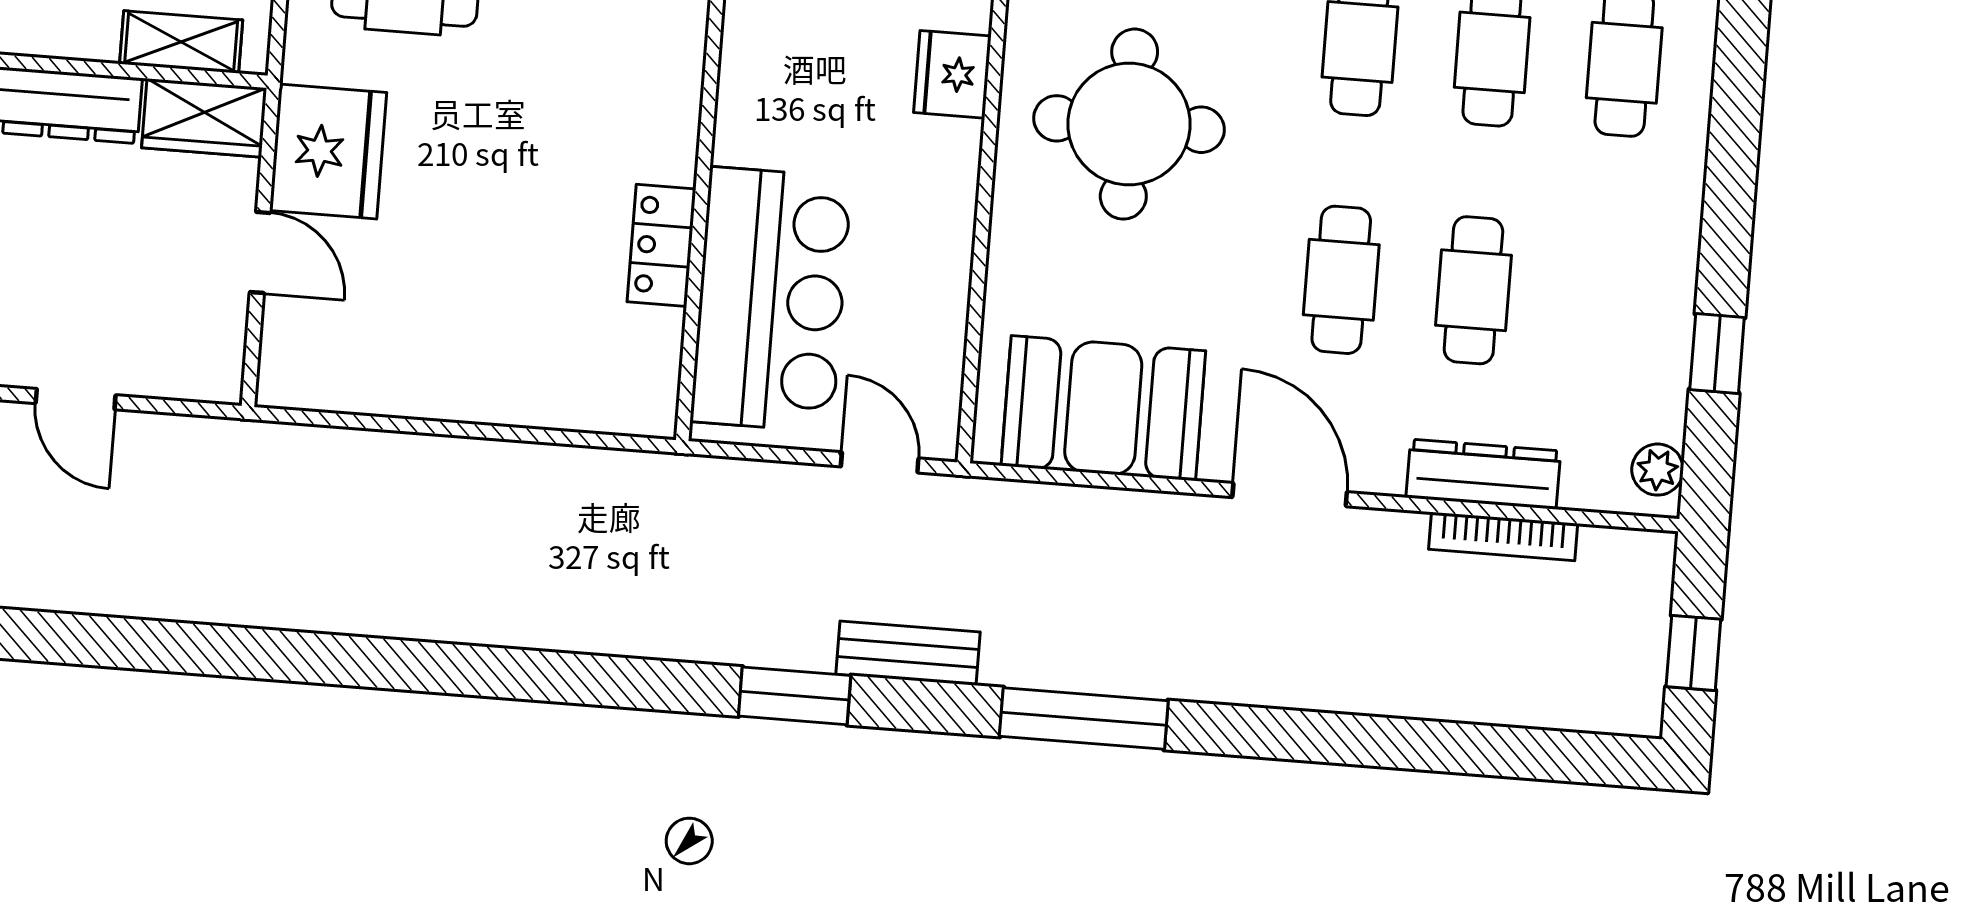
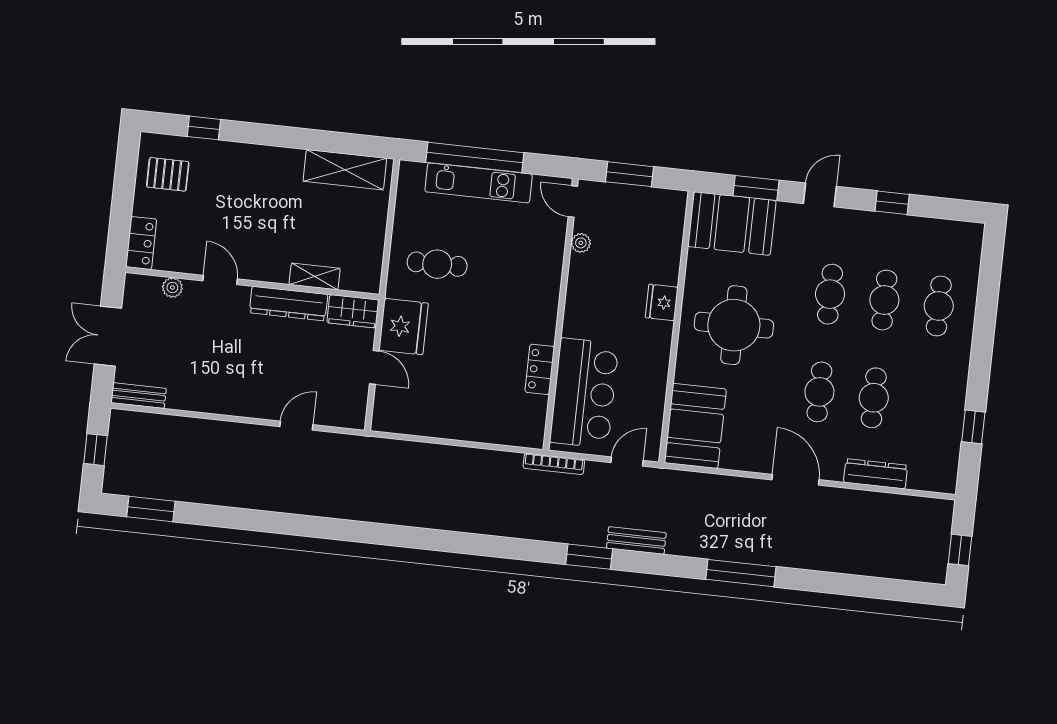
shelving: (181, 42) -> (315, 276), moved
door: (76, 399) -> (296, 426), swing flipped
booth: (1103, 408) -> (695, 426), moved, turned 90
door: (880, 462) -> (627, 461), hinge flipped
plant: (1658, 470) -> (947, 474), removed
bookcase: (1503, 536) -> (554, 464), moved
window: (1084, 719) -> (741, 573), moved

